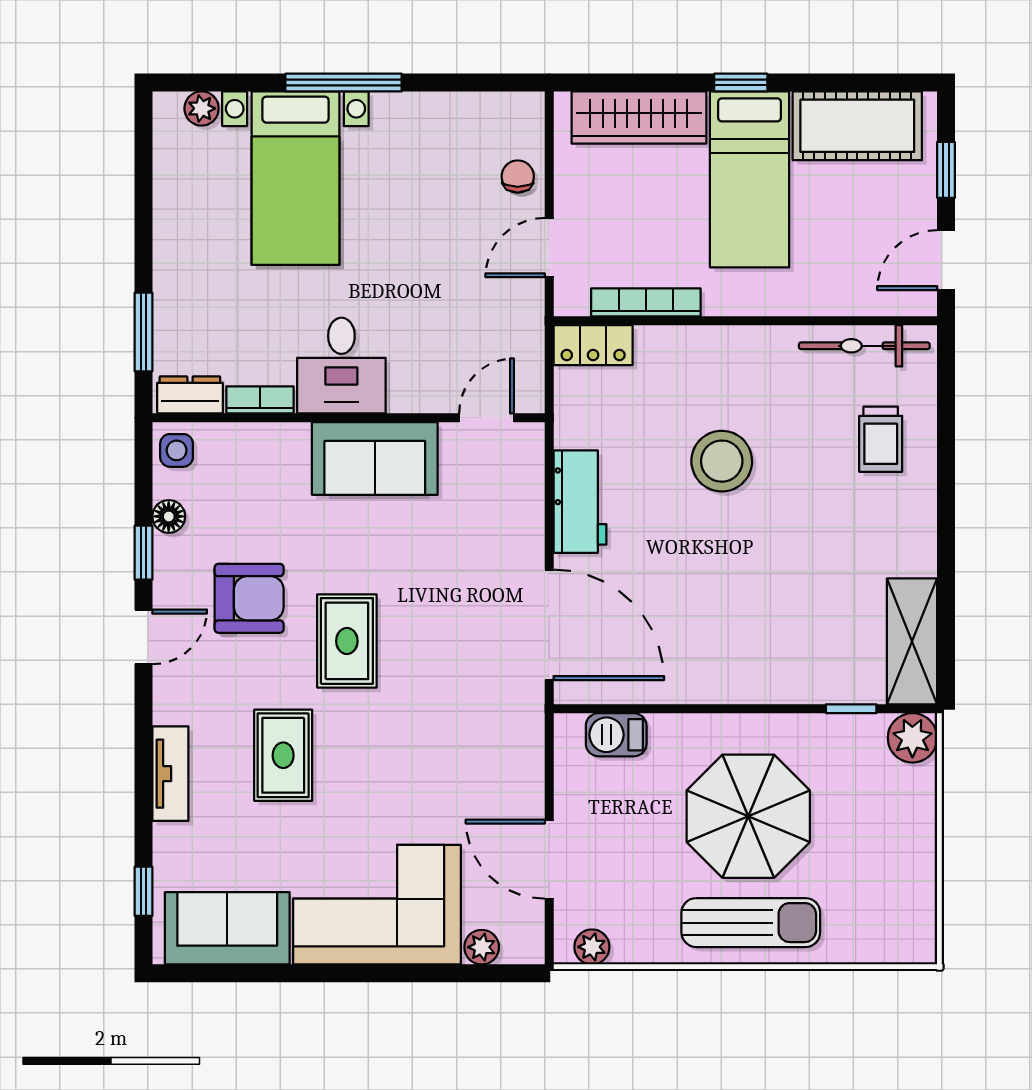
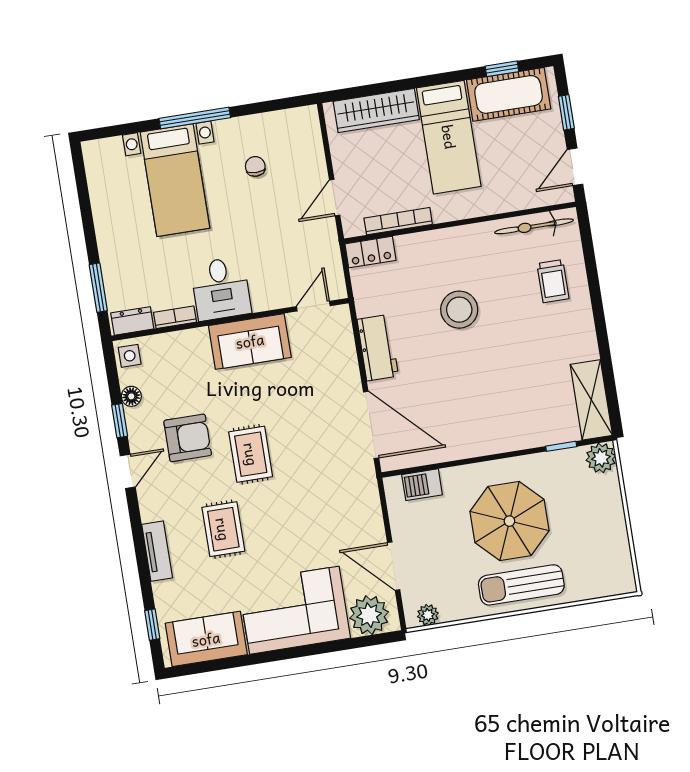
window: (741, 83) -> (502, 69), moved
plant: (202, 108) -> (112, 147), removed
chair: (518, 176) -> (255, 166), moved
sun lounger: (751, 923) -> (521, 585), turned 180
plant: (482, 947) -> (369, 615), width x1.88, depth x1.88

